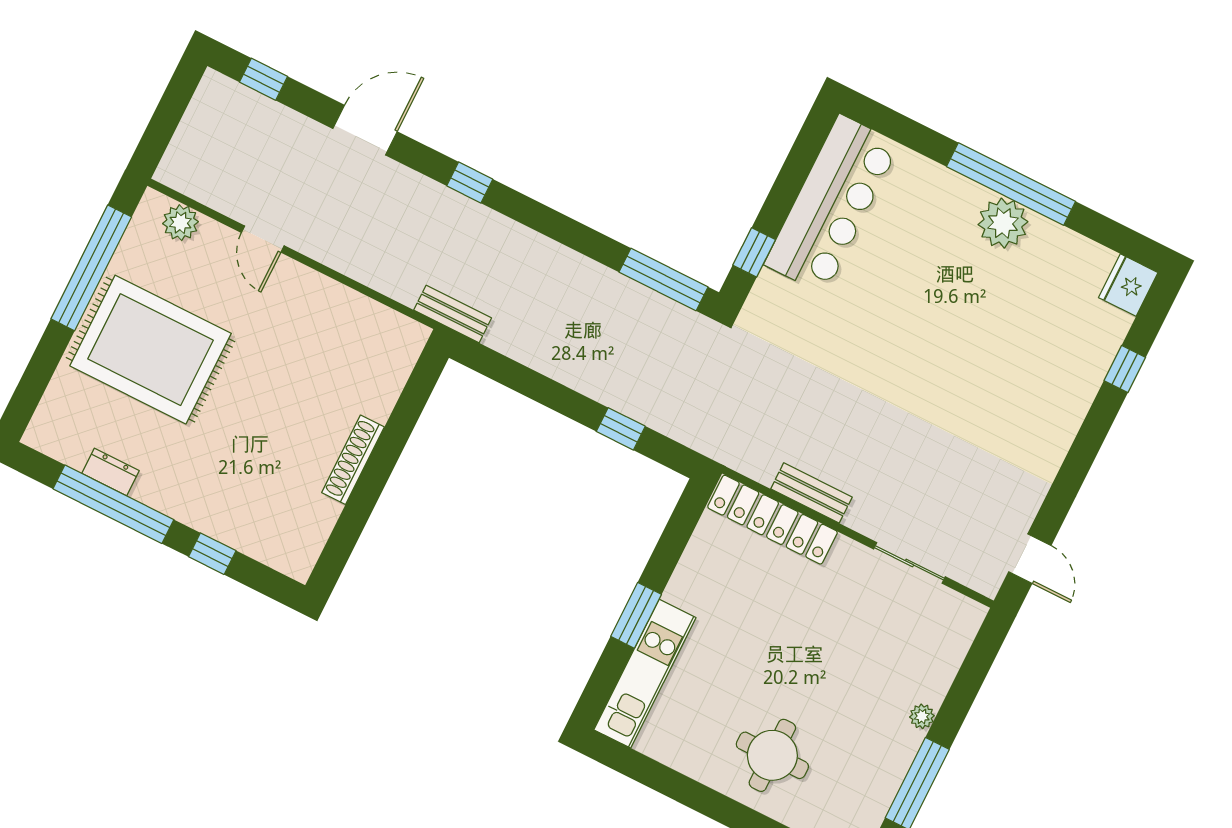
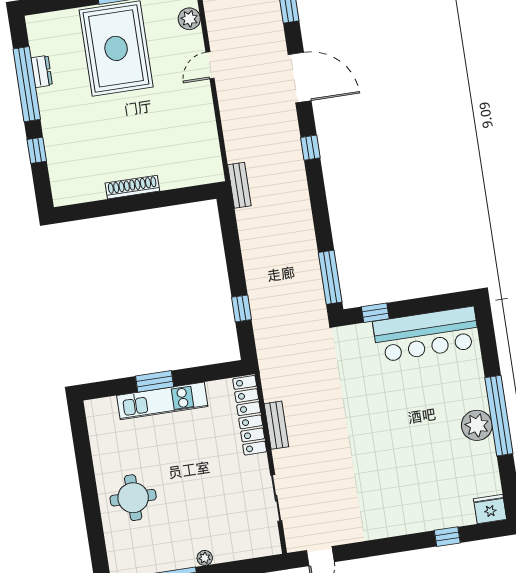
door: (365, 130) -> (300, 78), width x1.36
kitchen unit: (645, 674) -> (162, 401), moved

